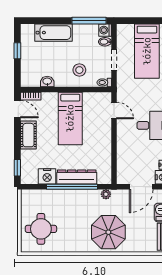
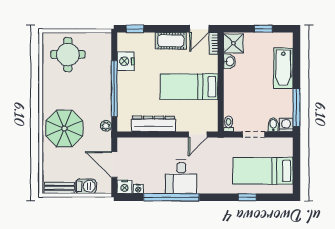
stool: (79, 70) -> (242, 97), removed
shower: (31, 78) -> (233, 43), added
dresser: (77, 177) -> (154, 124), moved, turned -90

